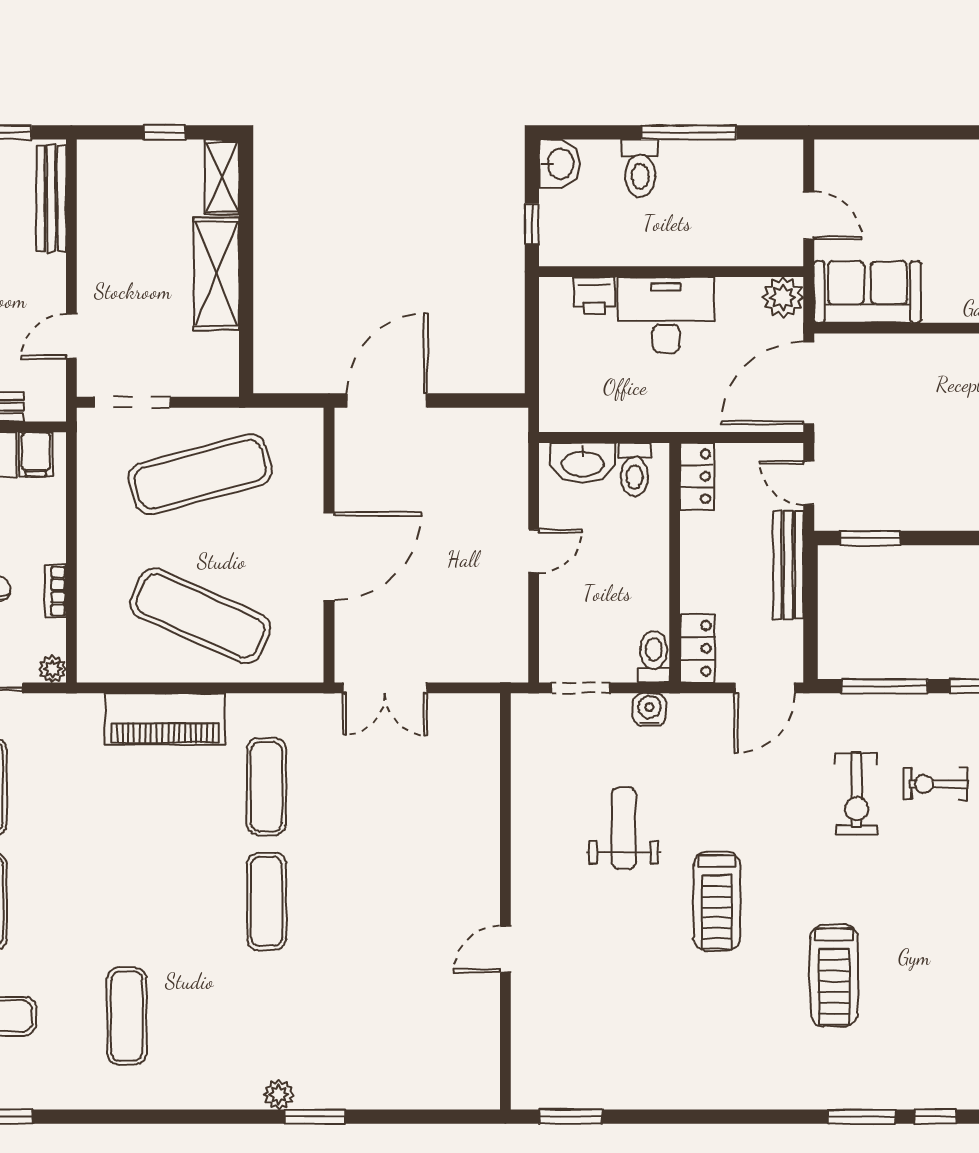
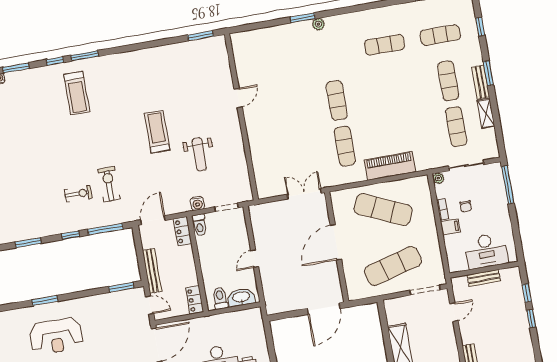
filing cabinet: (36, 454) -> (450, 227), moved, turned 90
treadmill: (834, 975) -> (77, 93), moved, turned 180
exercise mat: (127, 1016) -> (384, 45), turned 90

